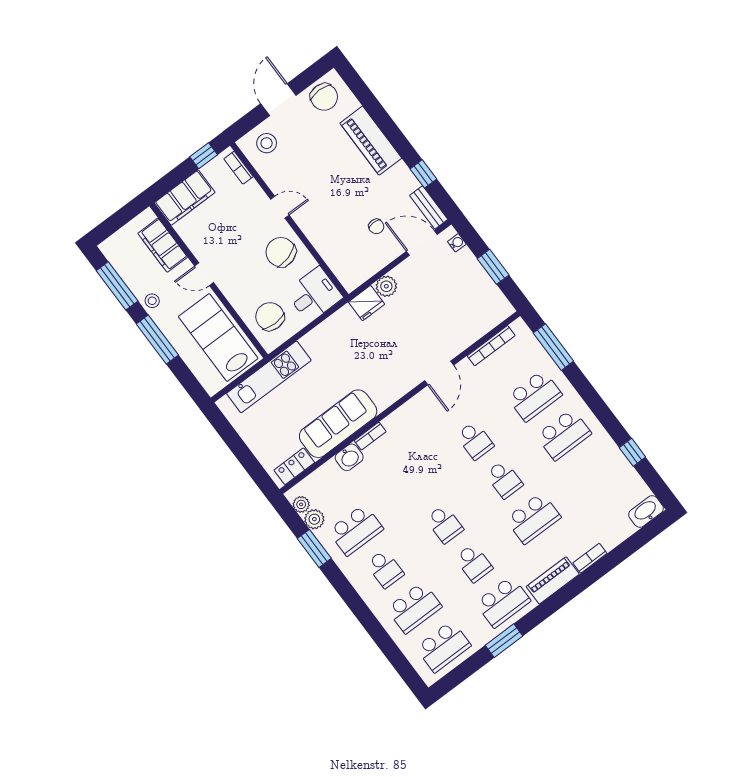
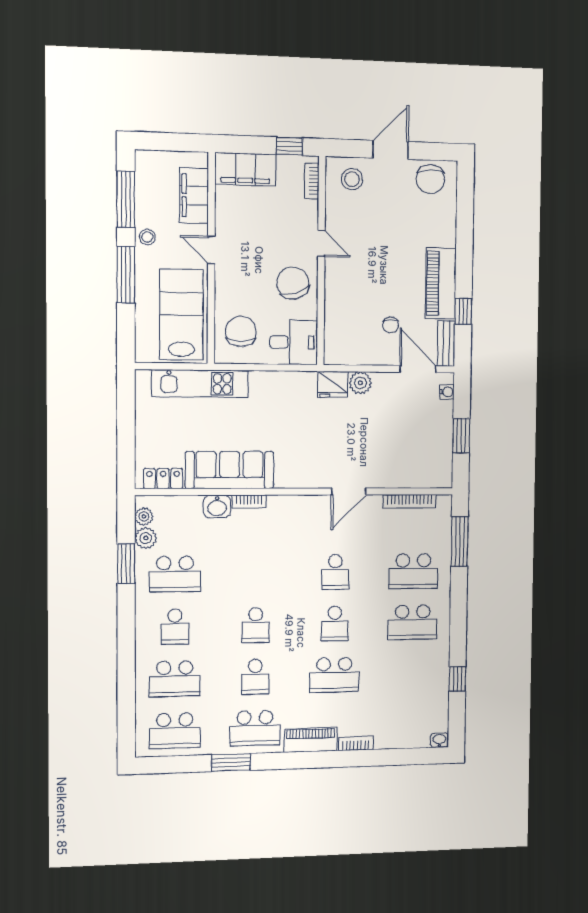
piano: (371, 141) -> (441, 283), moved
washbasin: (646, 511) -> (439, 740), width x0.52, depth x0.69

